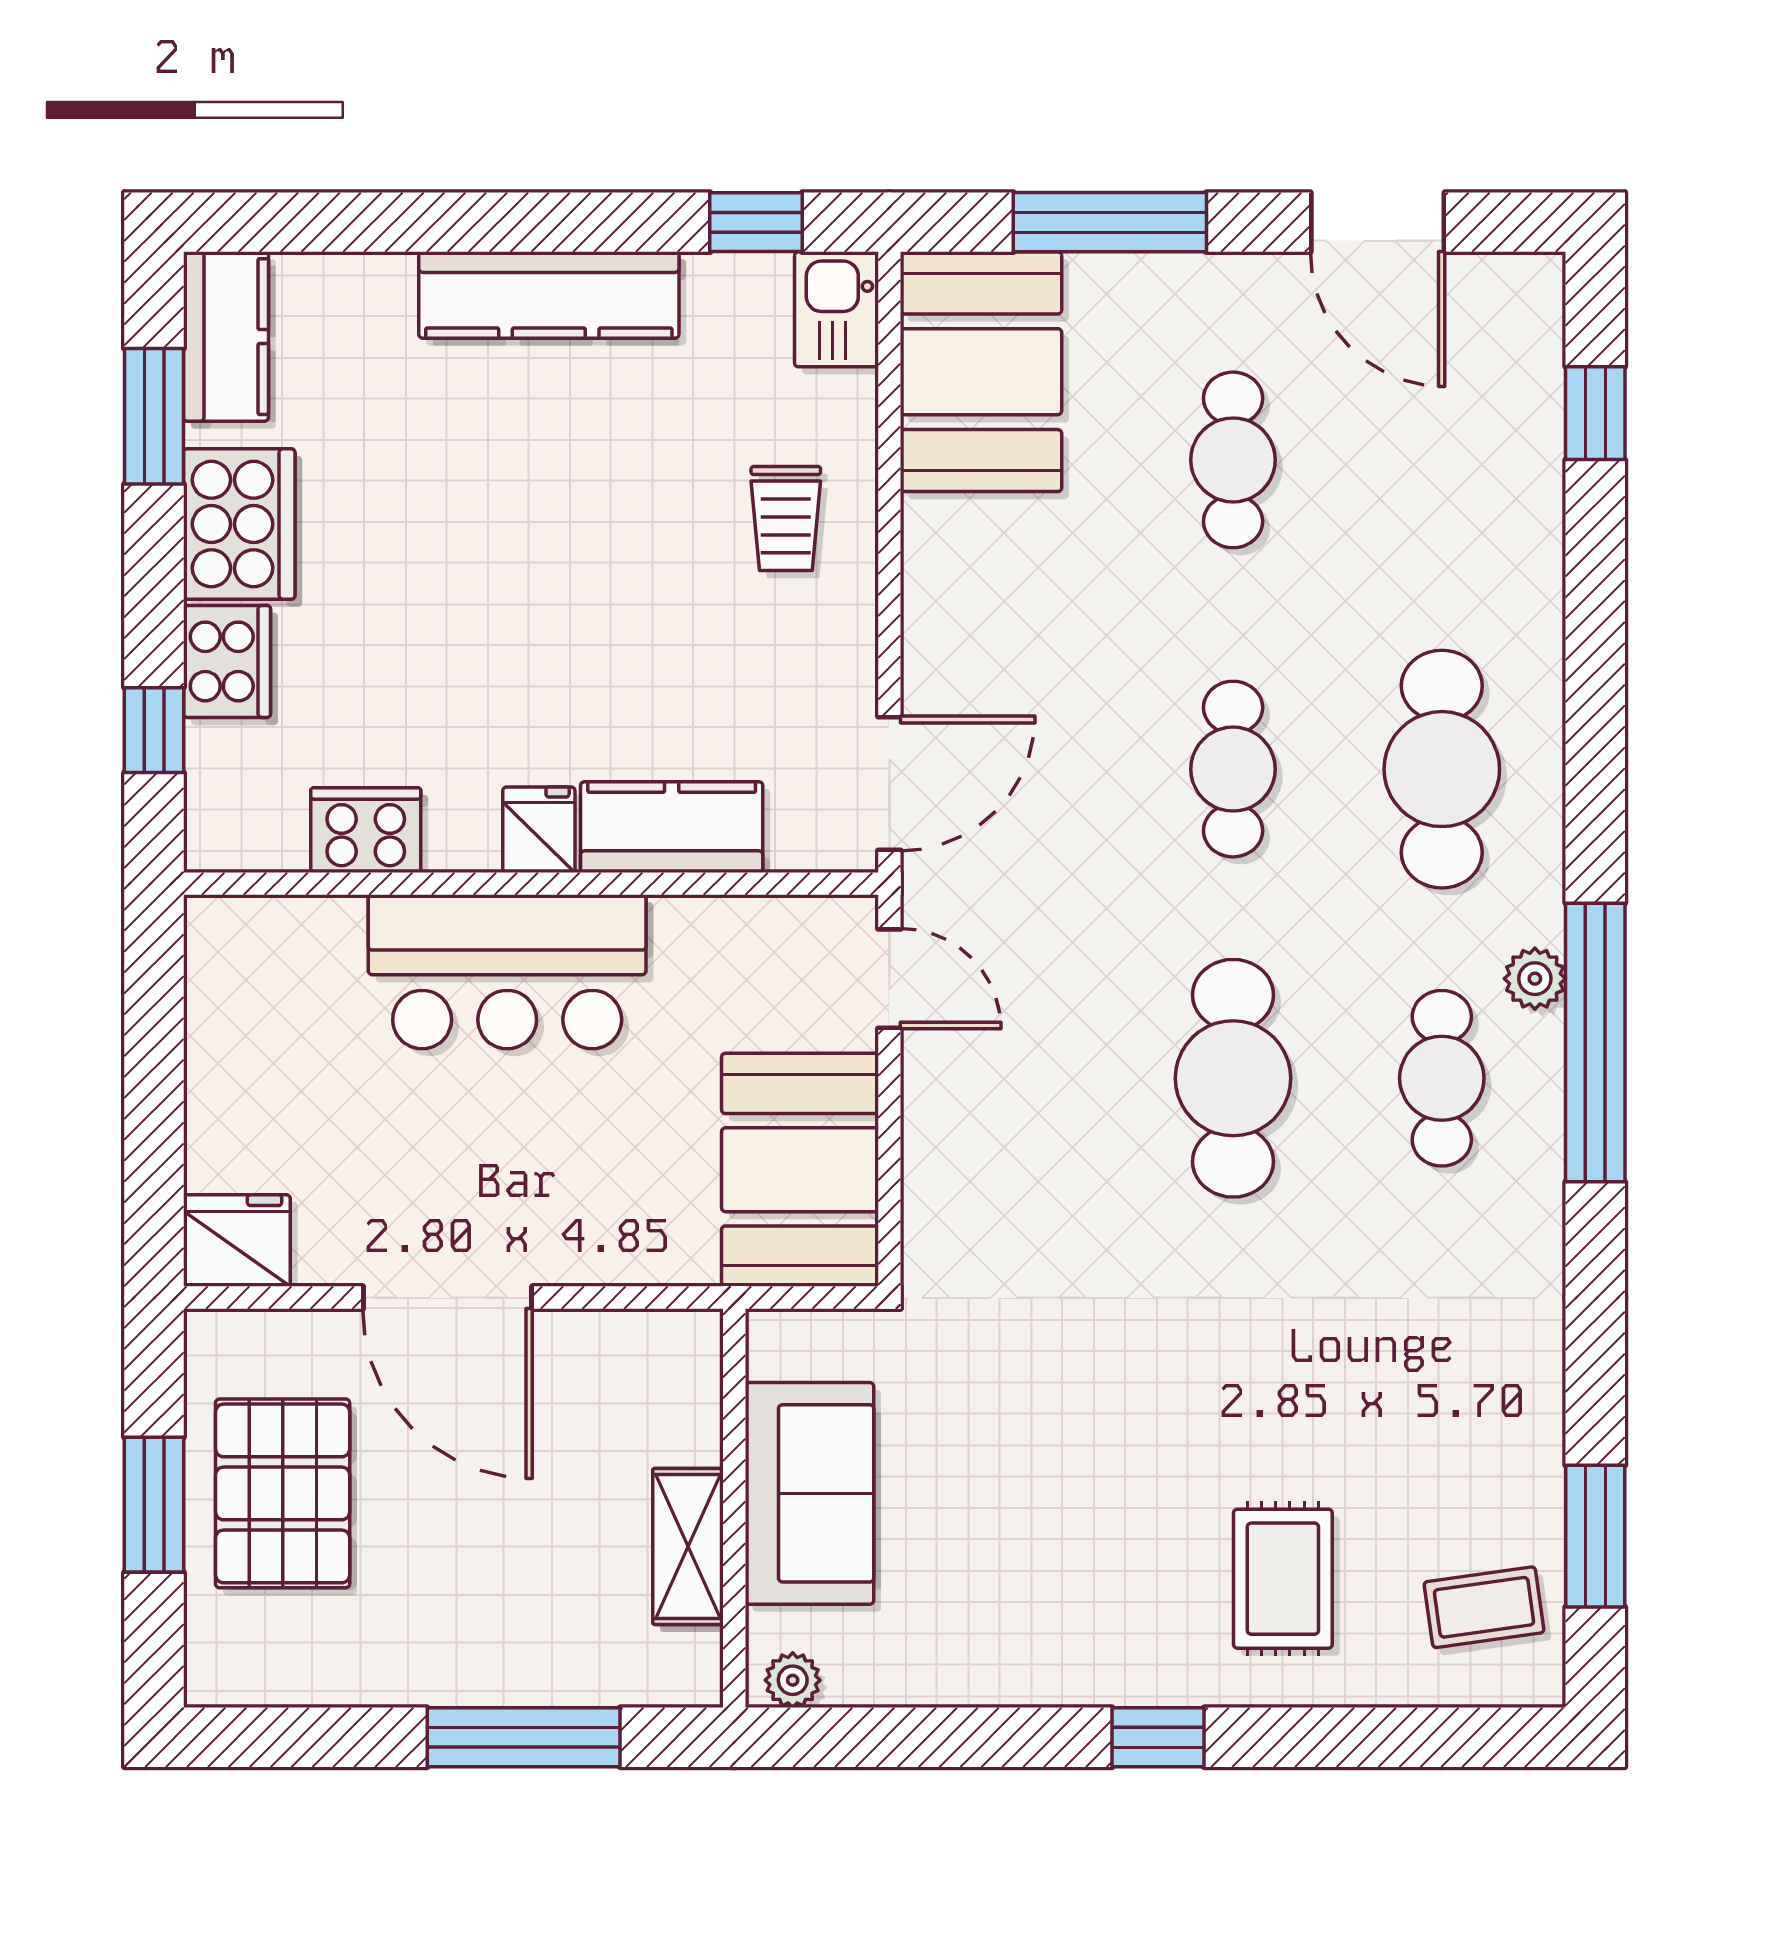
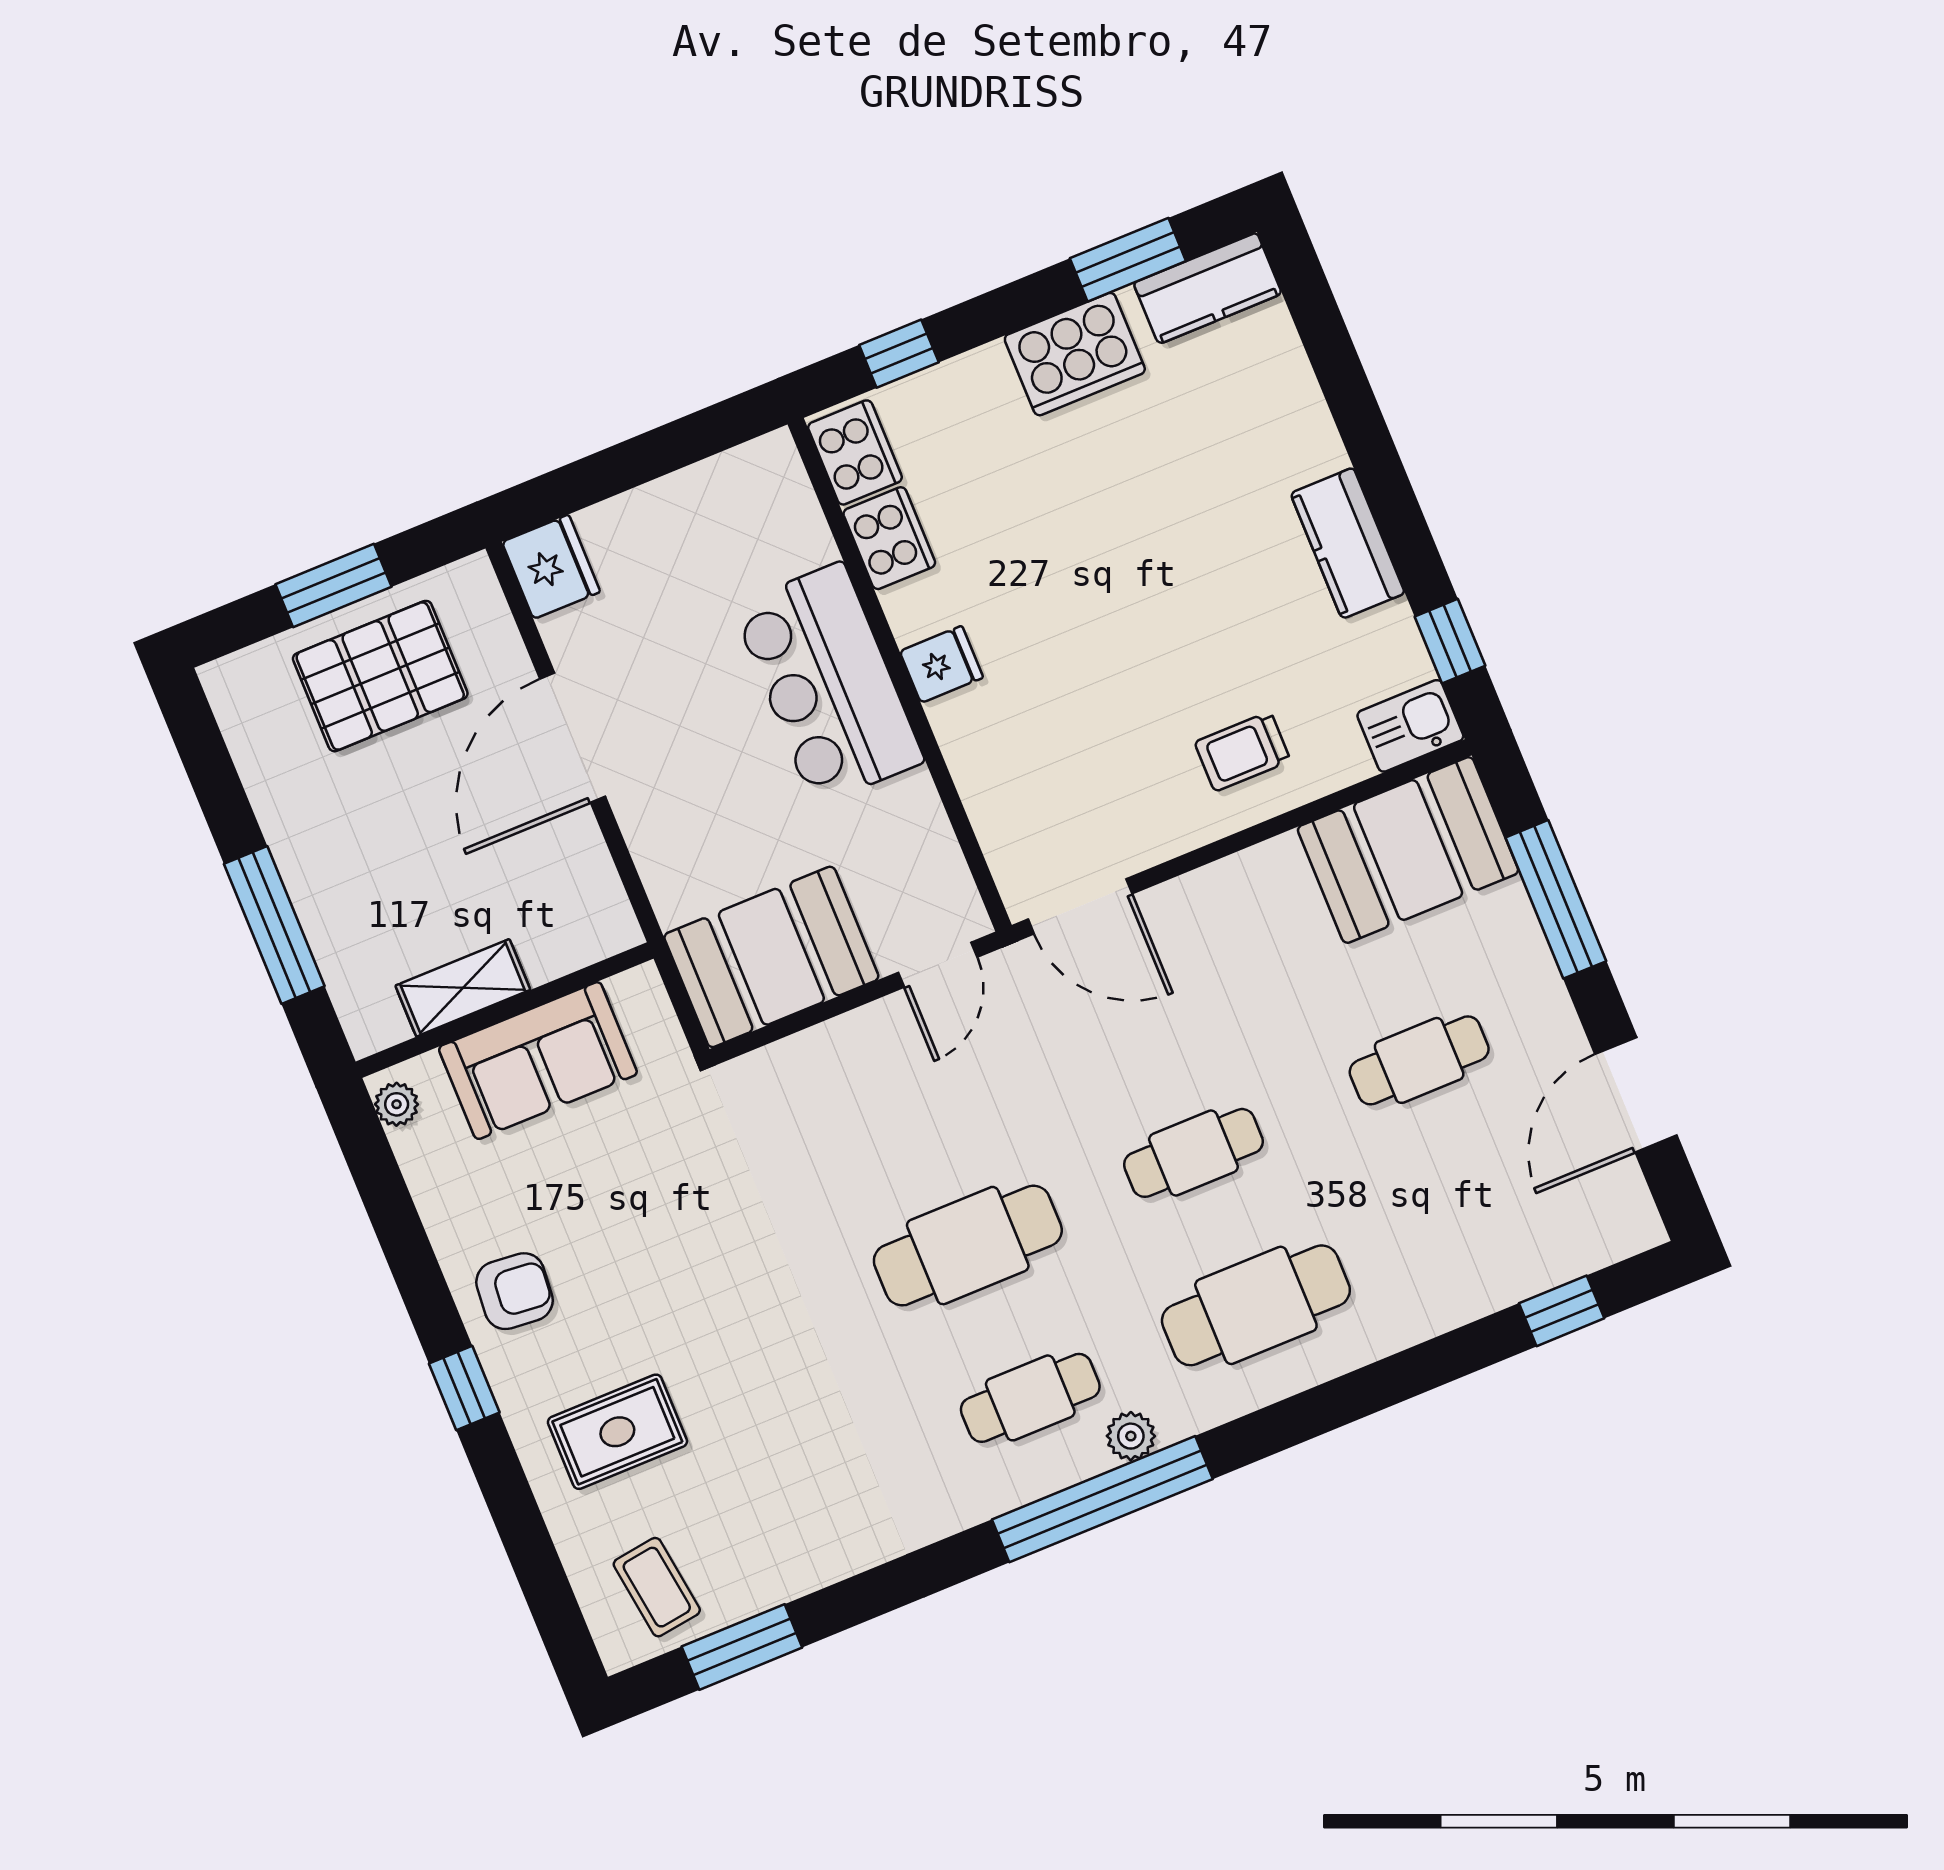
kitchen counter: (549, 295) -> (1348, 543), width x0.67
cooker: (227, 661) -> (855, 452), moved, turned -90
kitchen counter: (672, 827) -> (983, 761), removed
armchair: (1069, 1632) -> (515, 1291), added

